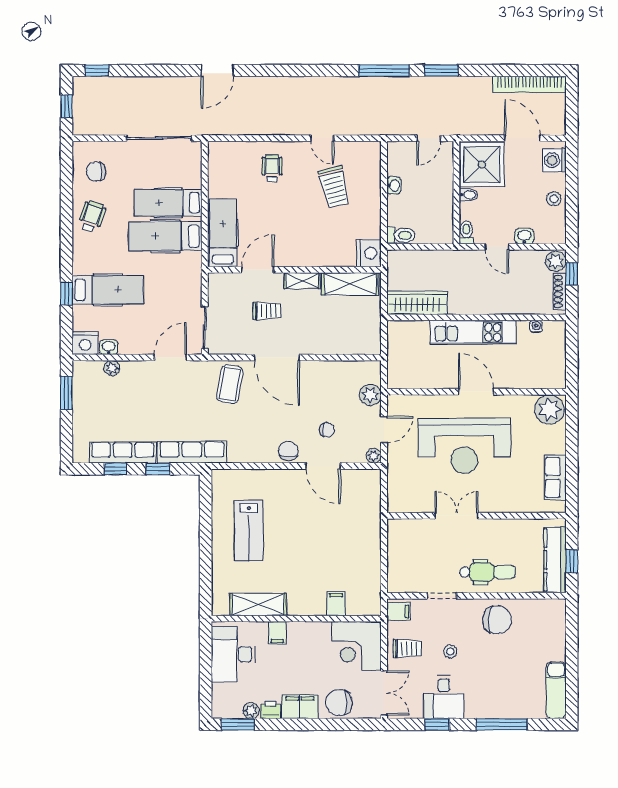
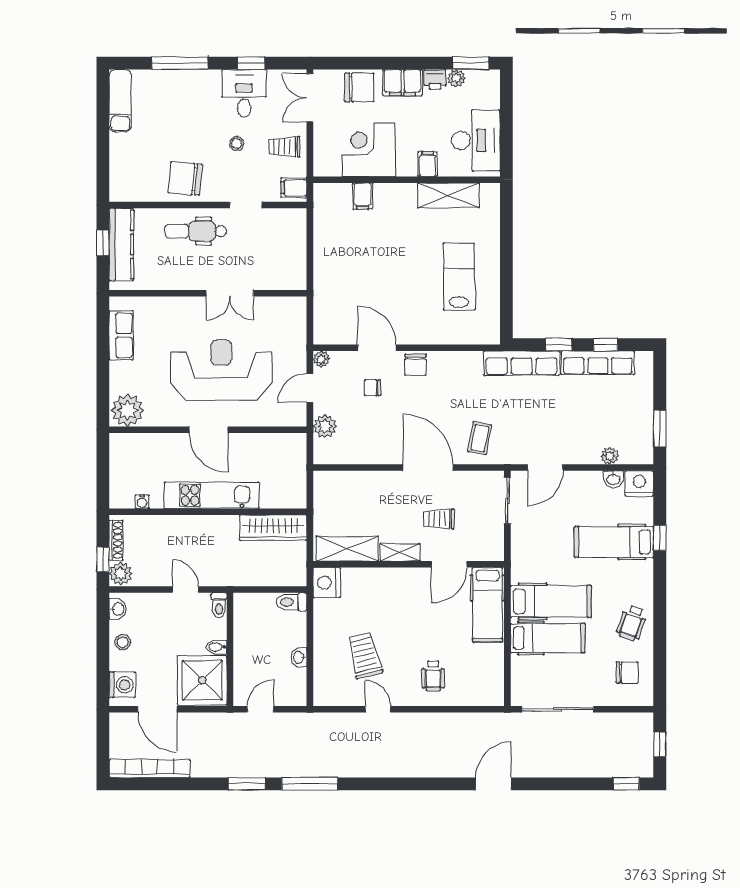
washbasin: (524, 236) -> (118, 609), moved, turned -90
coffee table: (230, 384) -> (480, 438), width x0.73, depth x0.77
corner desk: (357, 646) -> (369, 150), moved, turned -90

